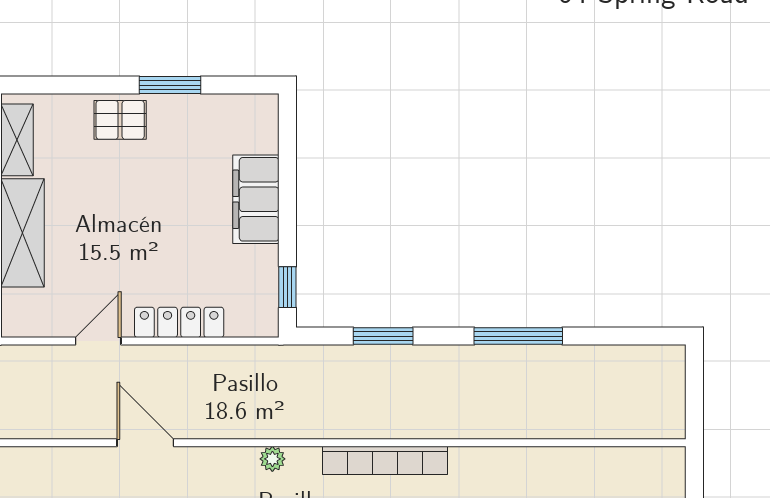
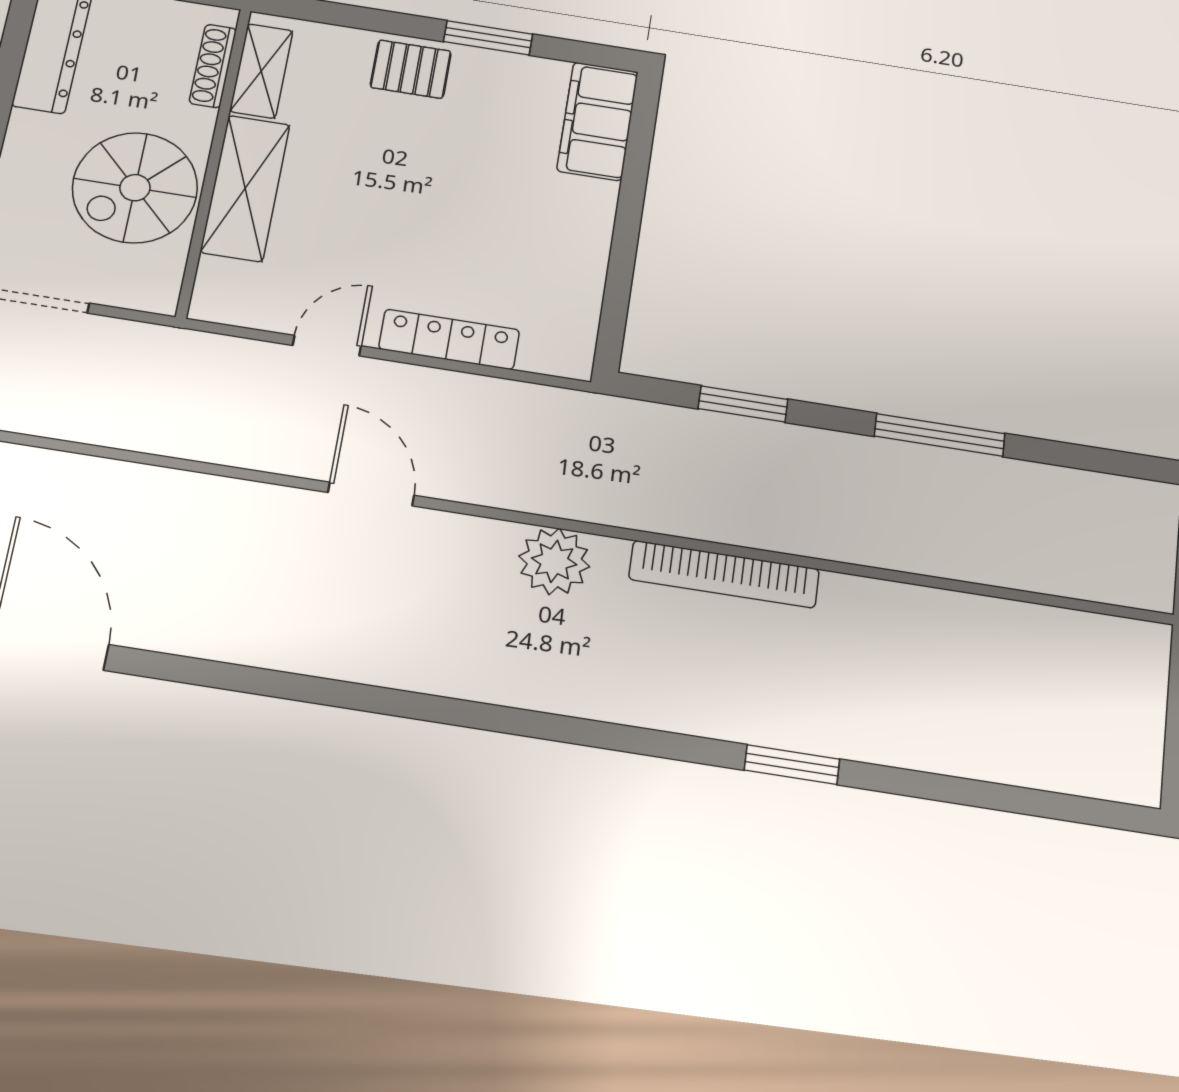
filing cabinet: (256, 199) -> (598, 121), moved
window: (287, 287) -> (613, 318), removed
plant: (272, 459) -> (554, 561), width x1.87, depth x1.87

